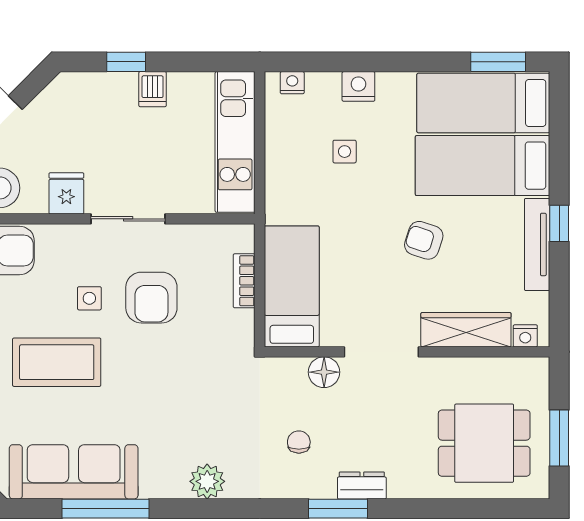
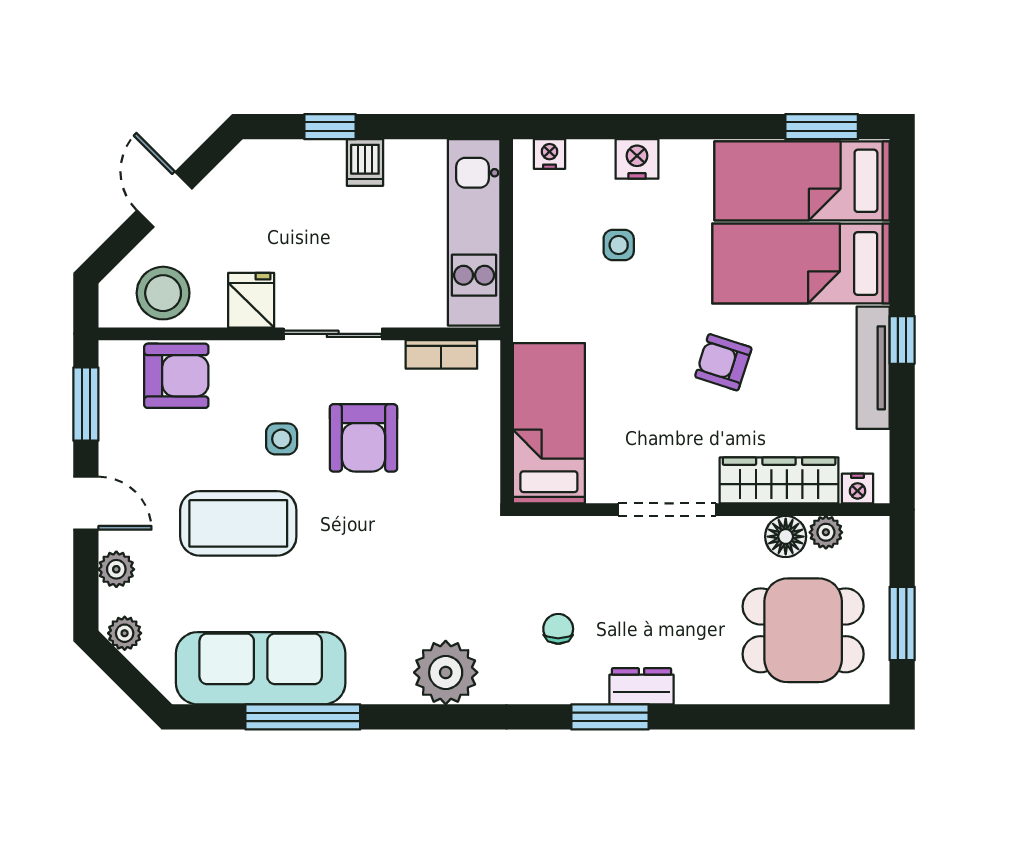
bookcase: (244, 281) -> (441, 354), moved, turned -90
plant: (501, 369) -> (826, 532), added
floor lamp: (324, 372) -> (786, 537), moved
plant: (207, 481) -> (446, 672), width x1.36, depth x1.36

